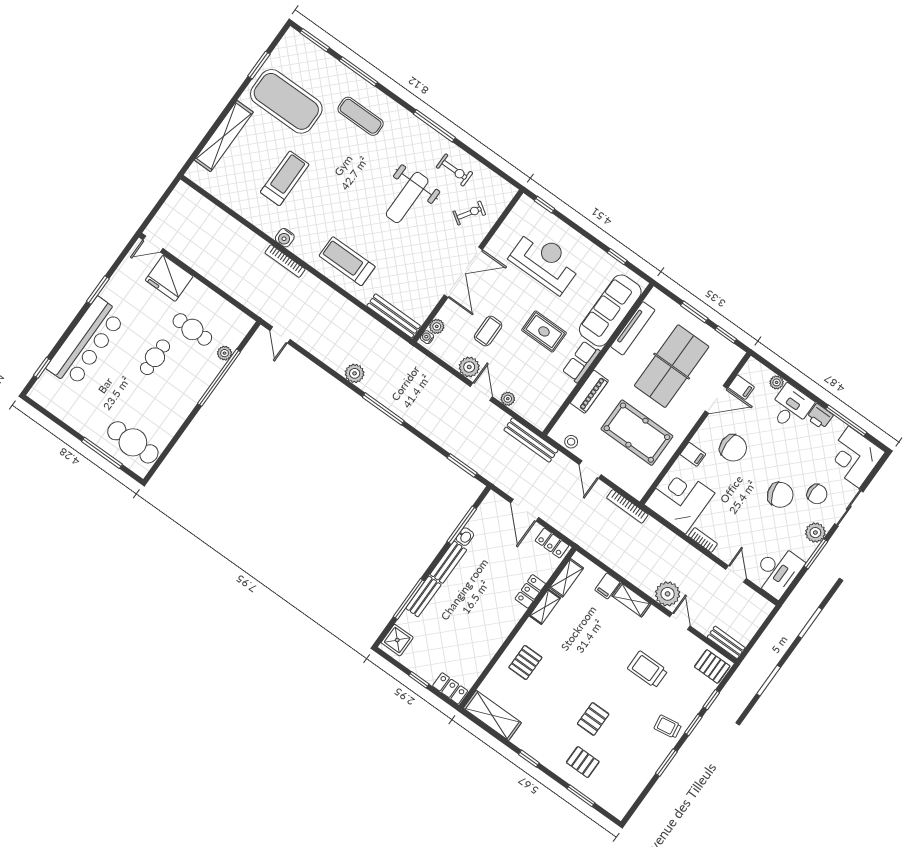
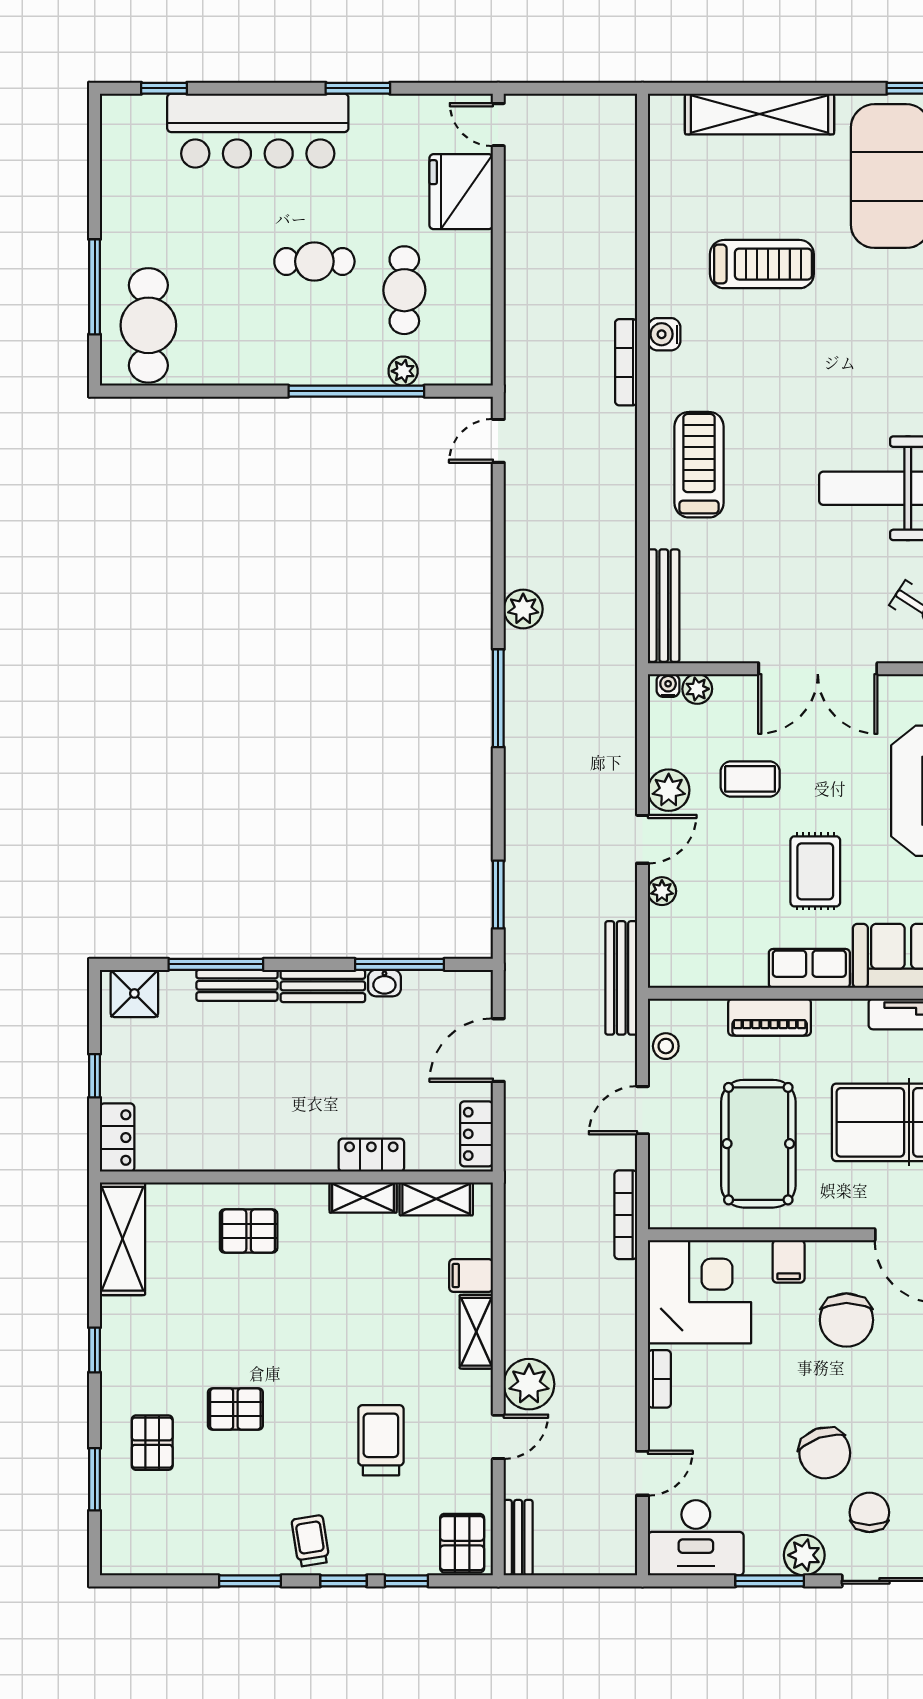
chair: (817, 494) -> (869, 1512), turned 180

